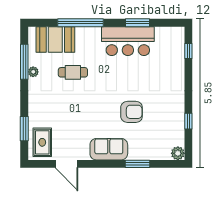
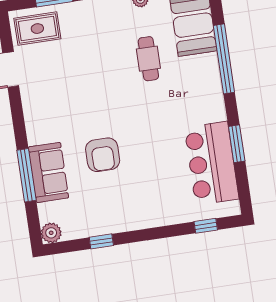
bar counter: (128, 41) -> (212, 163), moved
sofa: (109, 149) -> (48, 172), moved
window: (138, 164) -> (26, 175), width x1.44

